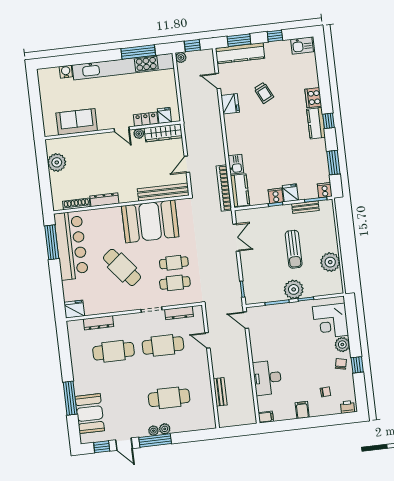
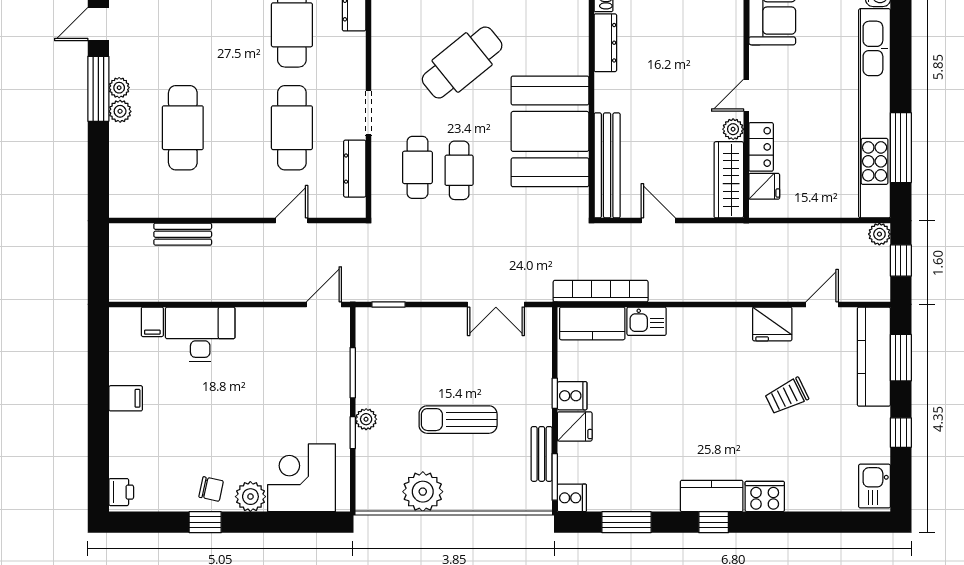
plant: (294, 289) -> (366, 419), width x0.53, depth x0.53
chair: (325, 392) -> (157, 451), removed
filing cabinet: (266, 417) -> (152, 322), moved

